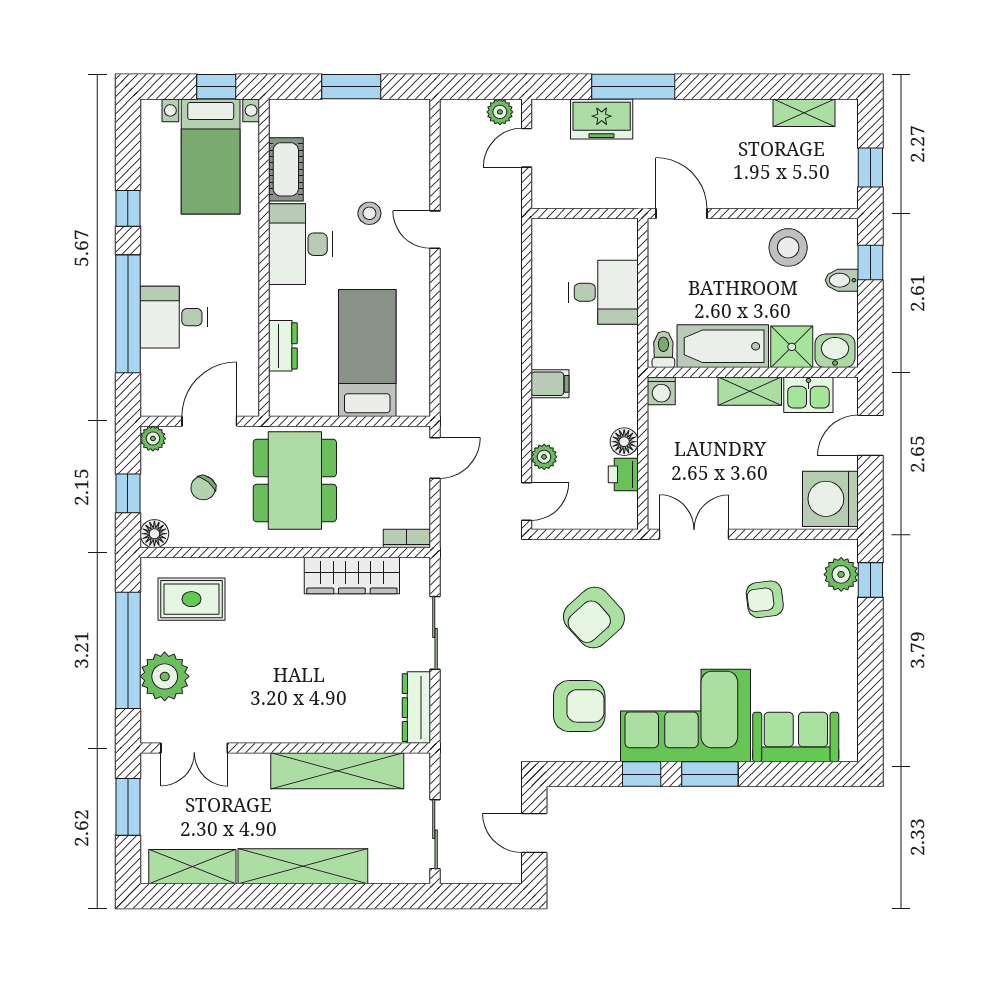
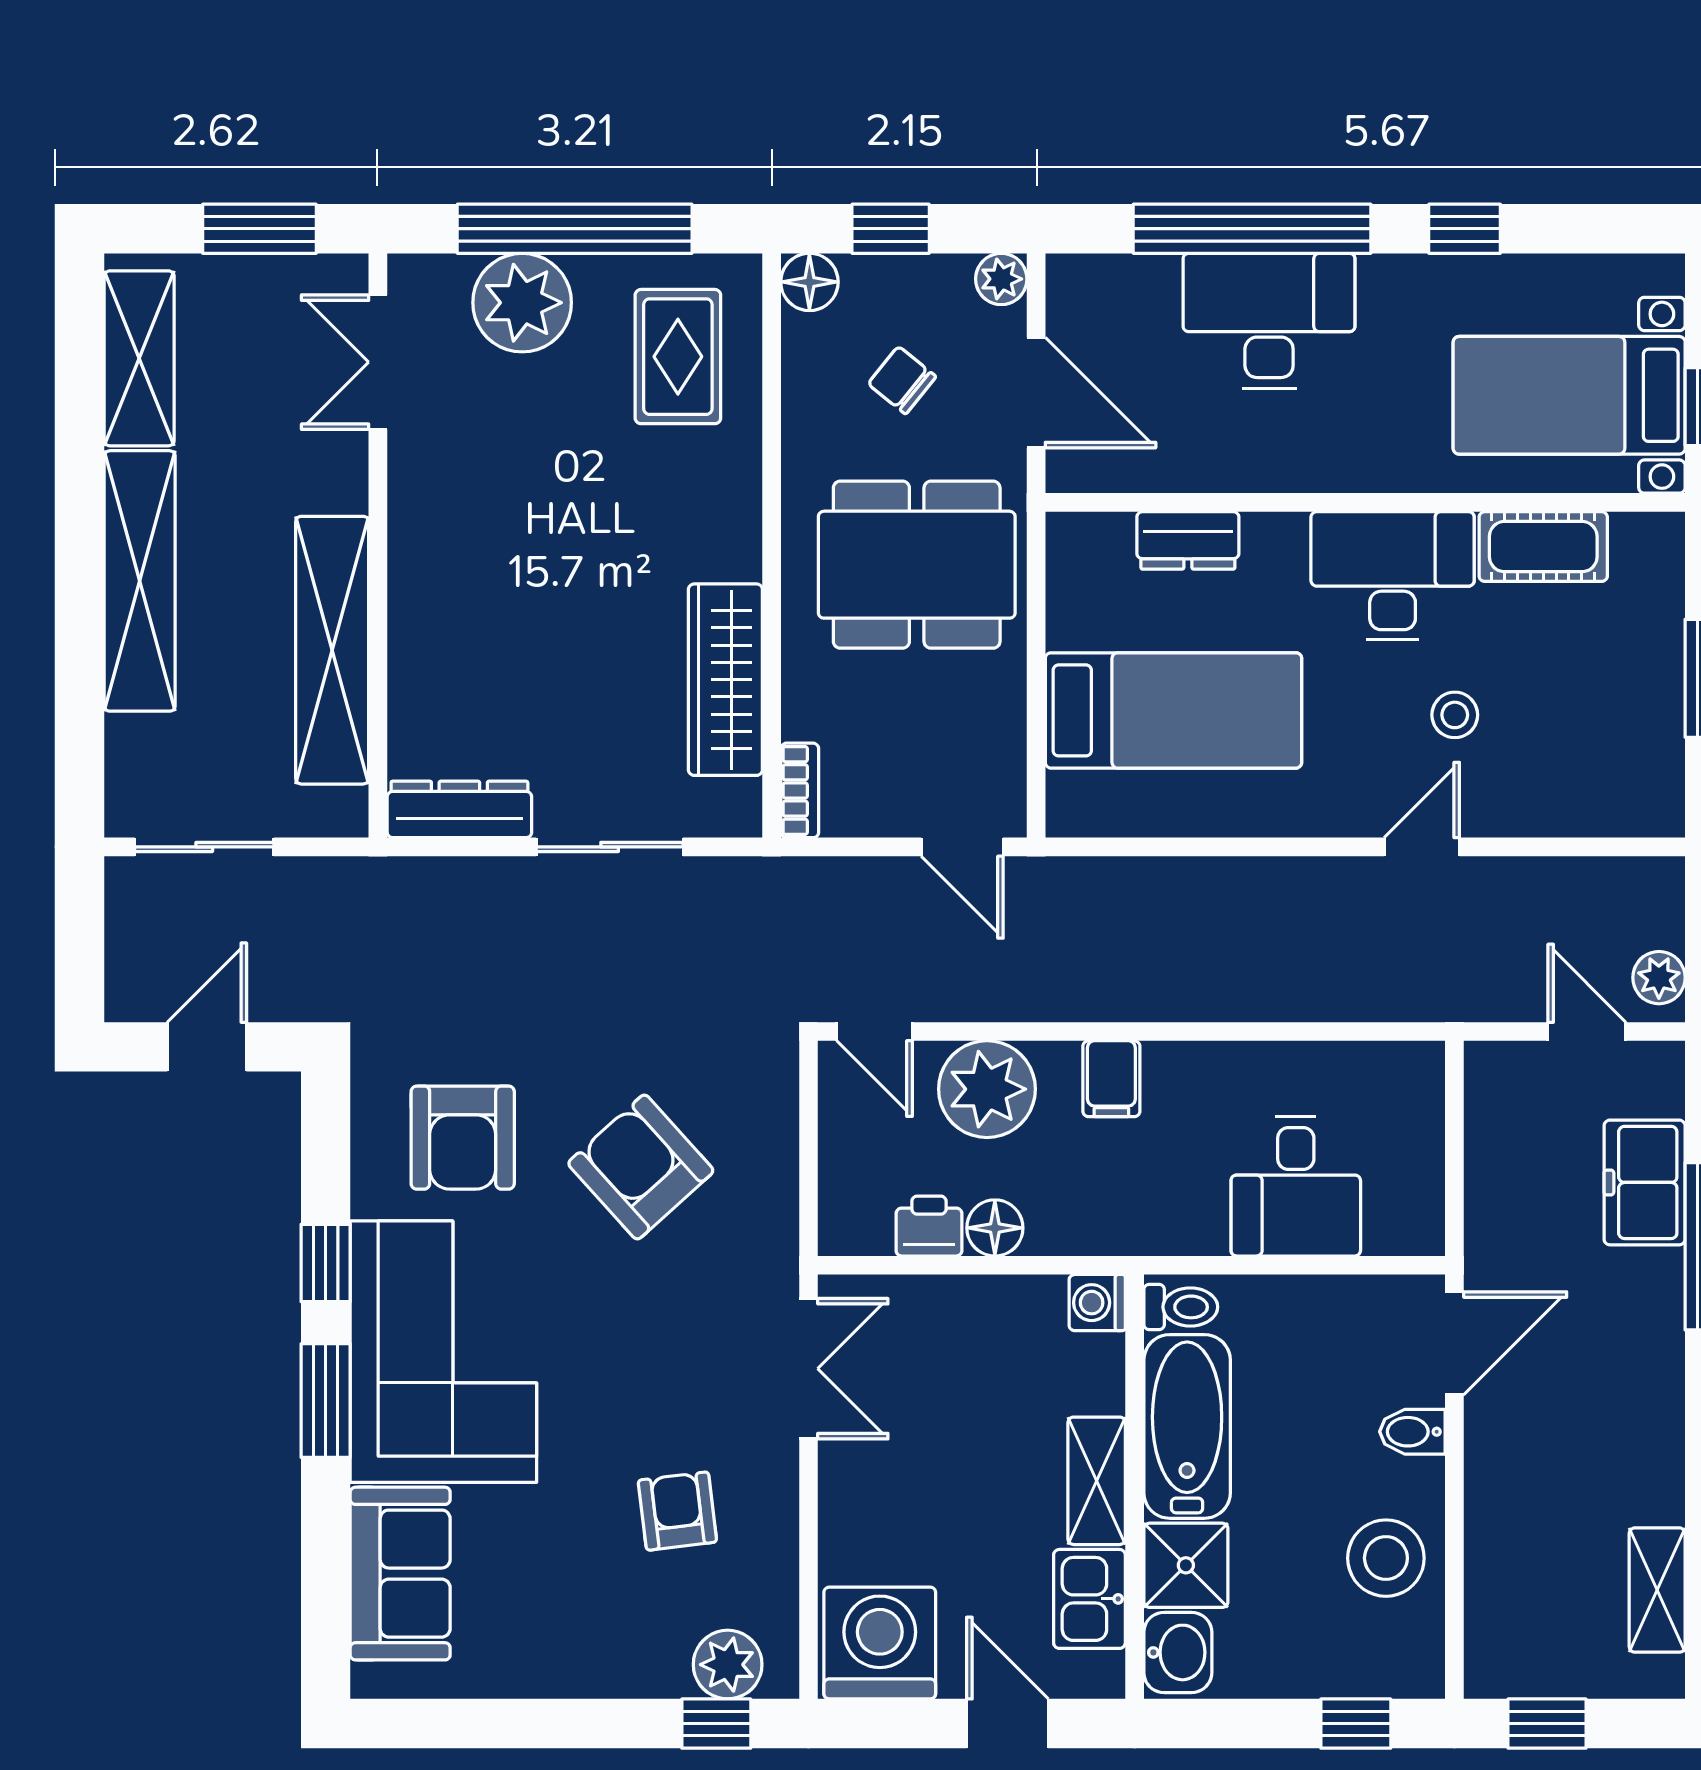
bidet: (842, 280) -> (1412, 1432), moved, turned -90
desk: (174, 317) -> (1269, 321), width x1.37
plant: (544, 457) -> (987, 1089), width x1.87, depth x1.87

